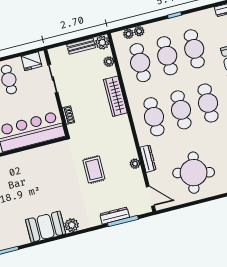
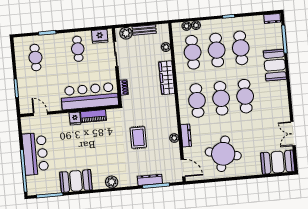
plant: (102, 43) -> (126, 33), moved
piano: (39, 153) -> (93, 116), added
fridge: (18, 159) -> (75, 118), added
booth: (46, 227) -> (76, 181), moved

